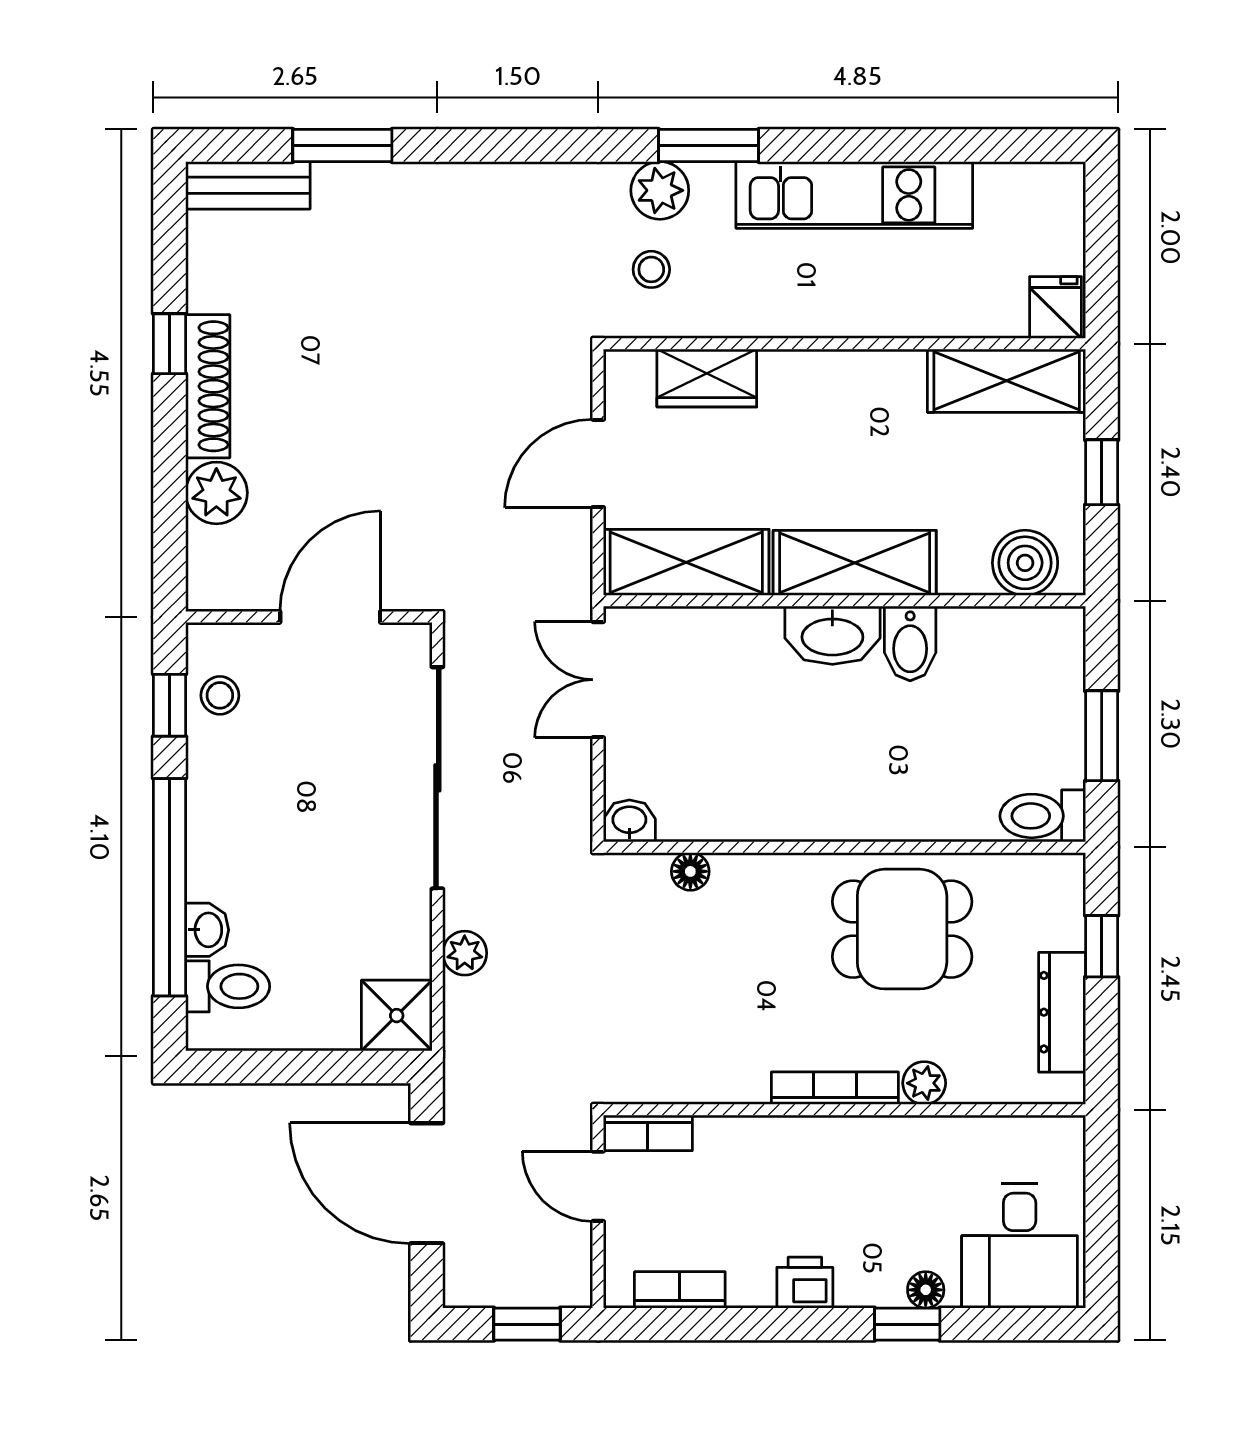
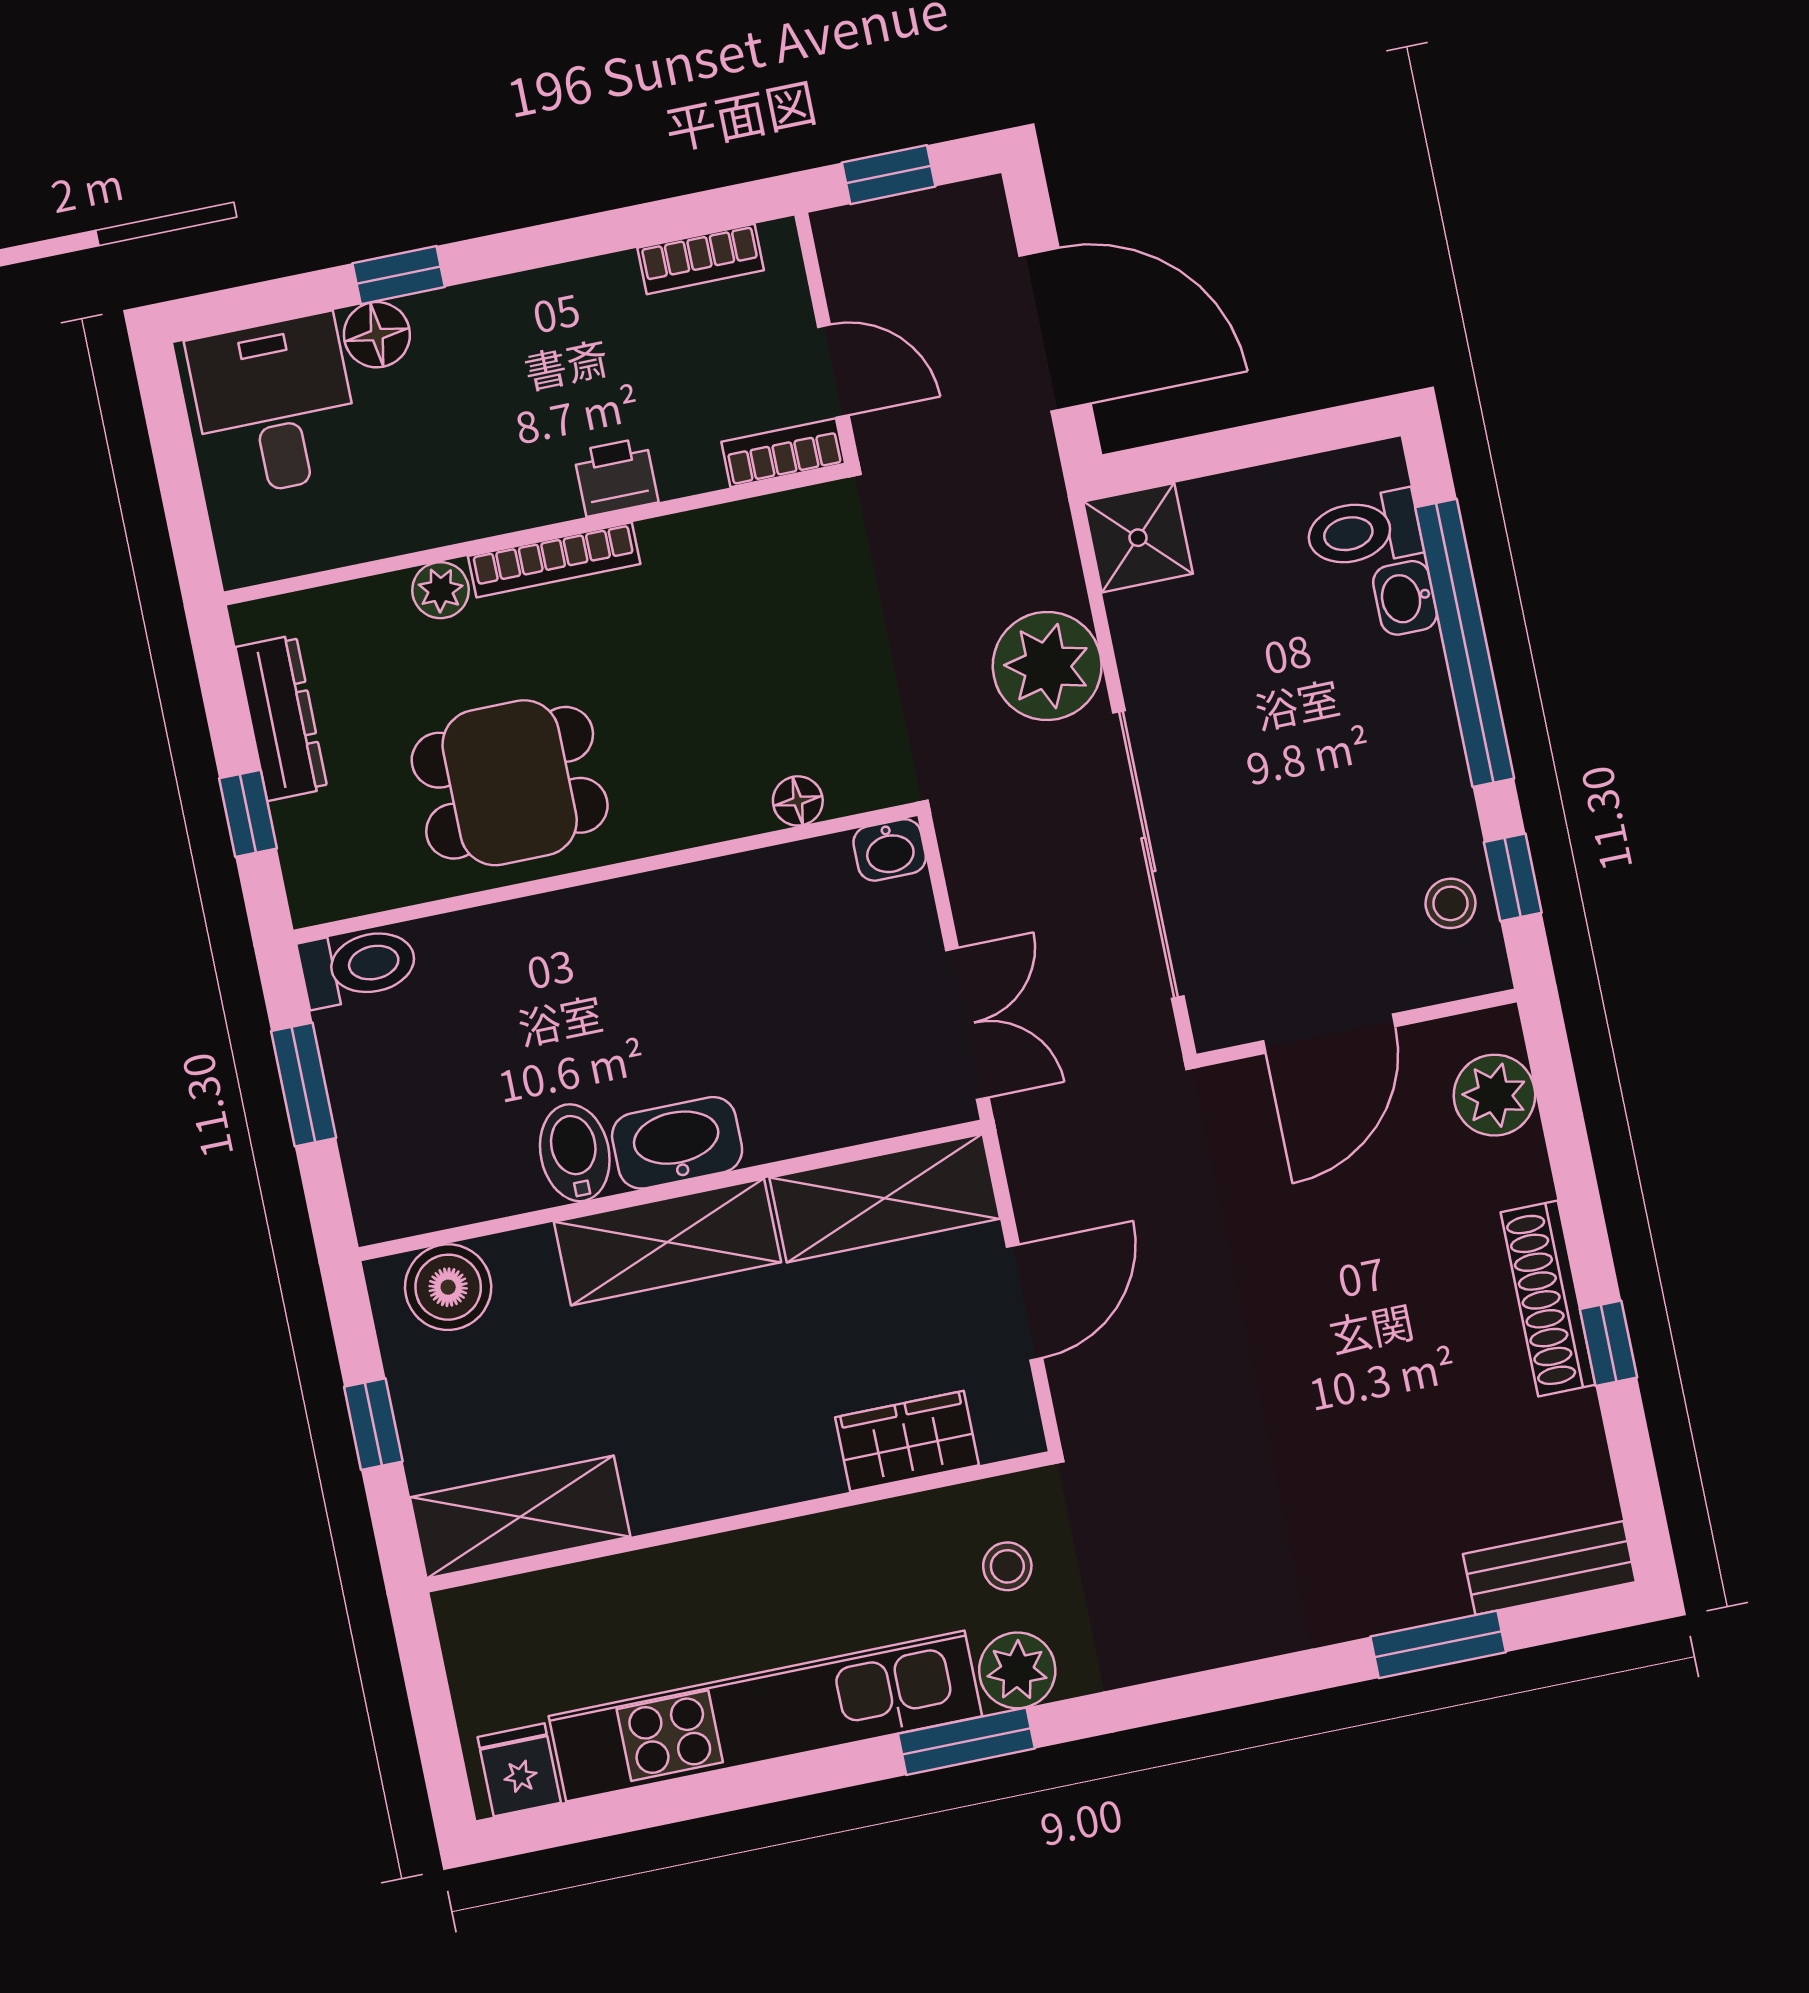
kitchen unit: (854, 195) -> (765, 1716), width x1.36
fridge: (1055, 307) -> (519, 1770), moved, turned 180
plant: (216, 493) -> (1494, 1095), moved
plant: (465, 953) -> (1047, 666), width x1.87, depth x1.87
printer: (805, 1283) -> (616, 477), moved, turned 180
floor lamp: (926, 1290) -> (377, 335), width x1.37, depth x1.37

